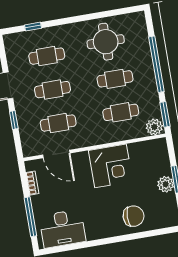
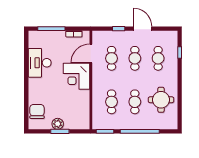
plant: (154, 127) -> (98, 123), removed
corner desk: (111, 166) -> (76, 76), moved
chair: (134, 216) -> (37, 111), moved, turned 180
desk: (63, 229) -> (40, 63), moved

